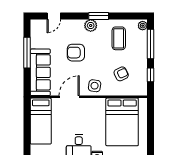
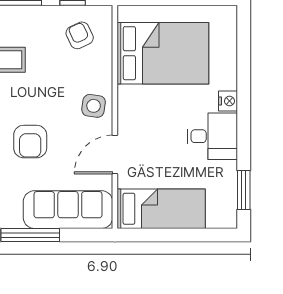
armchair: (121, 74) -> (80, 35), moved
door: (69, 97) -> (115, 154), hinge flipped

